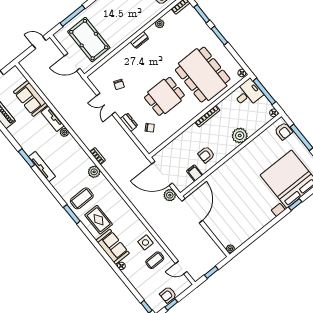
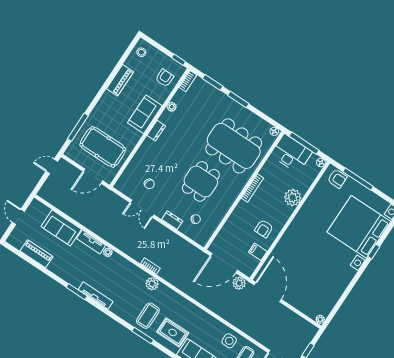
sofa: (134, 23) -> (145, 114), added
desk: (248, 94) -> (291, 153), width x1.37

